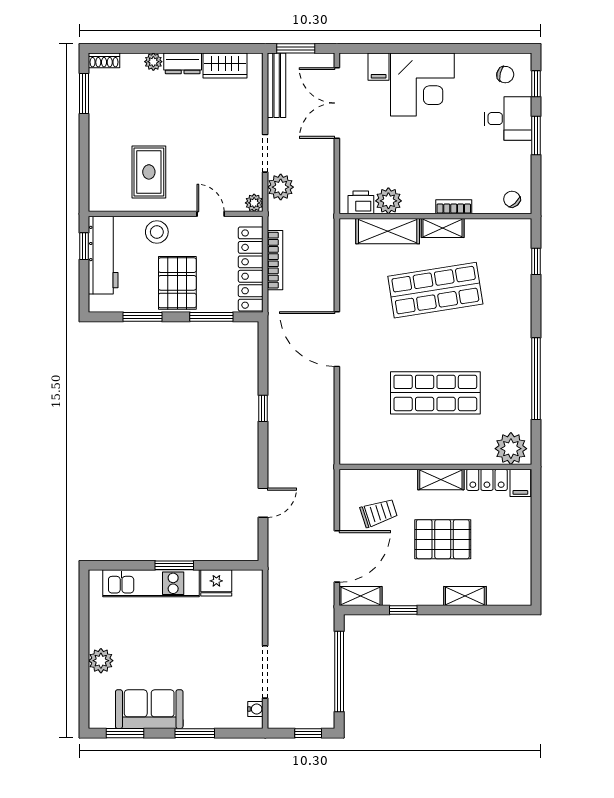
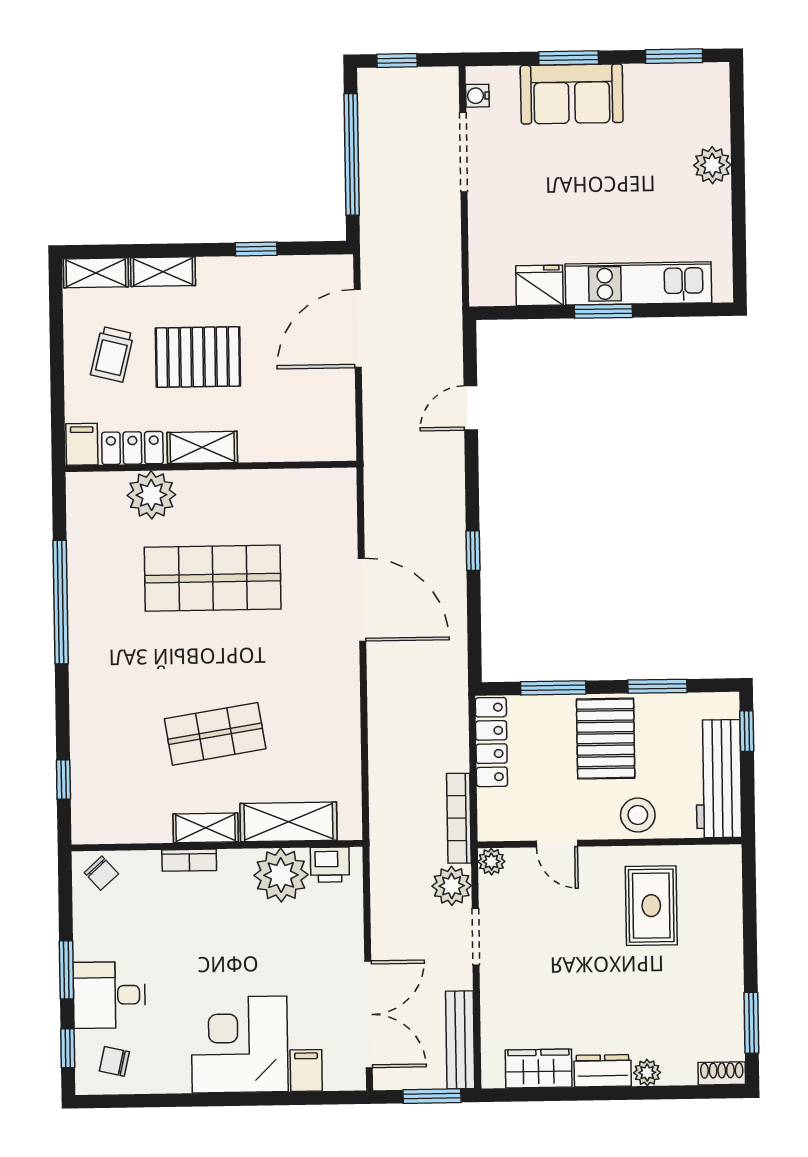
plant: (388, 201) -> (281, 875), width x1.36, depth x1.36
window: (84, 246) -> (747, 731), moved
bookcase: (275, 260) -> (459, 818), moved
locker: (251, 269) -> (491, 742), width x0.71, depth x0.83
shop shelf: (435, 290) -> (215, 734), width x0.70, depth x0.74
door: (337, 339) -> (362, 600), moved
plant: (511, 449) -> (151, 495), moved
trolley: (379, 513) -> (112, 354), moved, turned -58
shelving: (360, 596) -> (96, 273), moved
sofa: (149, 709) -> (572, 94), moved

